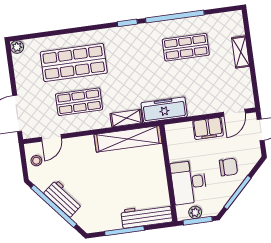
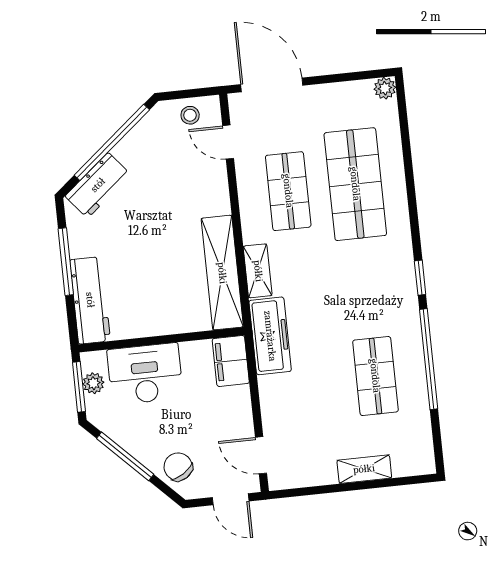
filing cabinet: (208, 128) -> (231, 361), moved
chair: (228, 167) -> (178, 467), moved, turned 147
workbench: (63, 199) -> (98, 185), moved

